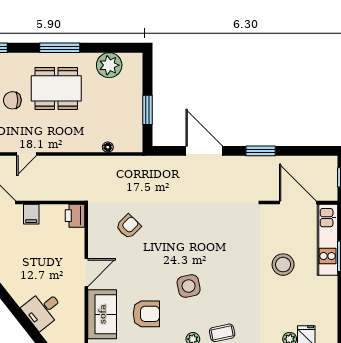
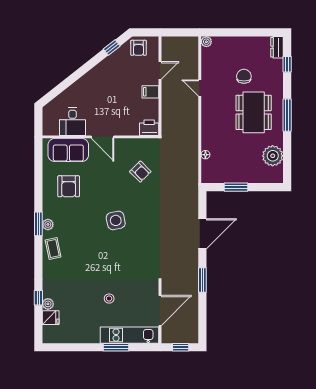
stool: (283, 265) -> (109, 299), width x0.53, depth x0.53
side table: (189, 286) -> (116, 220), moved
desk: (43, 310) -> (73, 122), moved, turned -142

